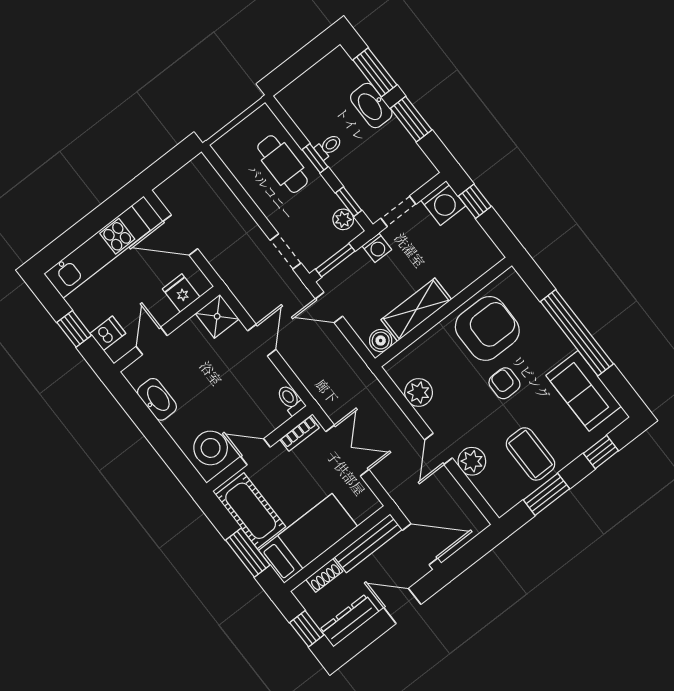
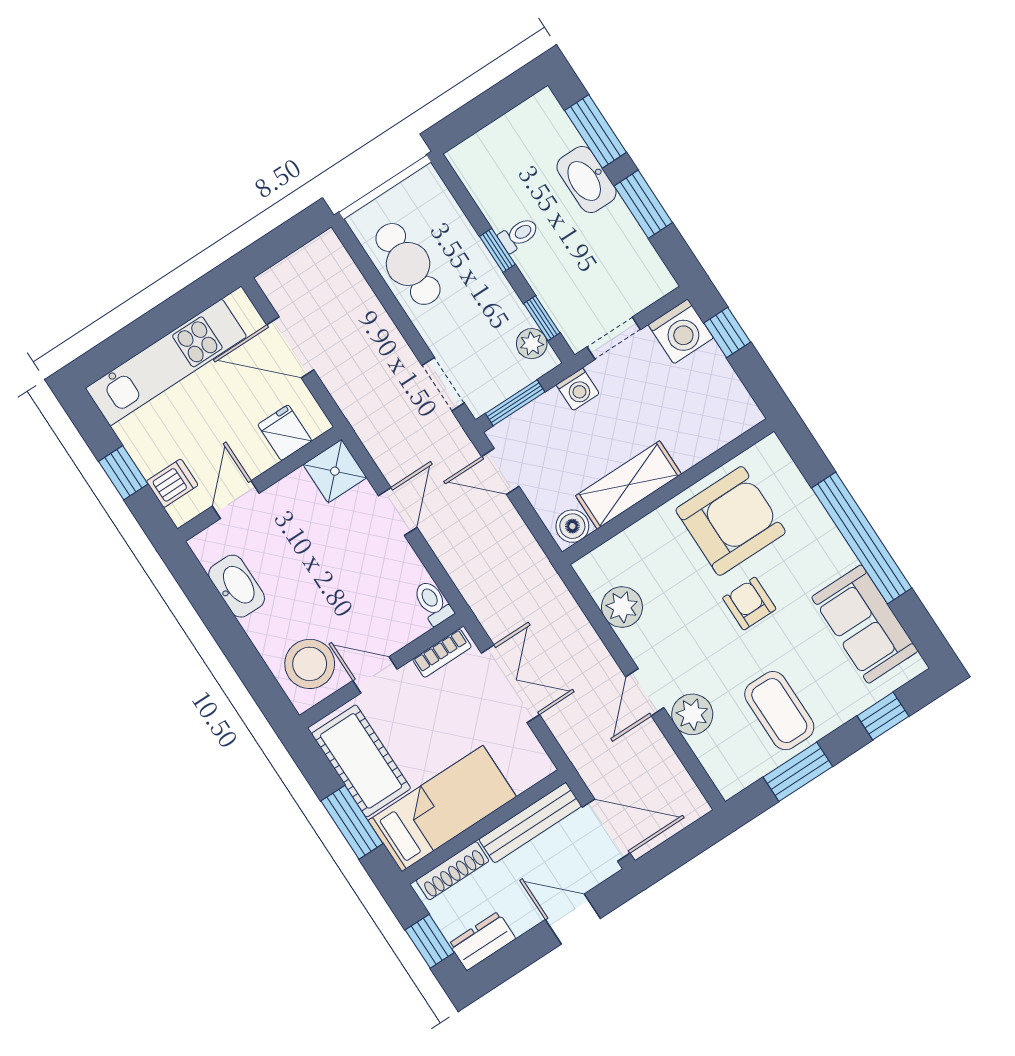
cafe table: (283, 164) -> (408, 264), moved
shoe rack: (324, 575) -> (453, 871), width x1.43
dresser: (349, 621) -> (482, 941), width x0.70

